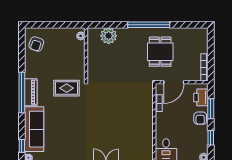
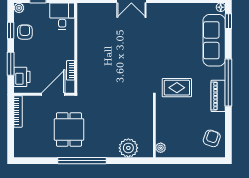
piano: (31, 92) -> (218, 96), moved
armchair: (200, 118) -> (25, 32), moved

